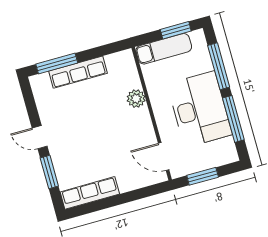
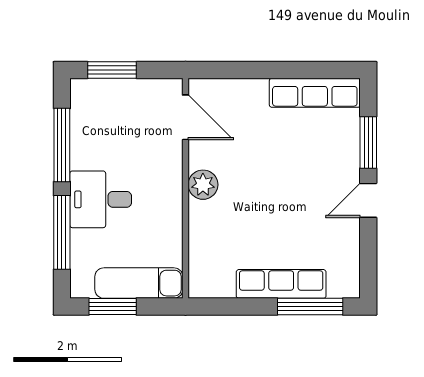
plant: (136, 99) -> (203, 185), moved
desk: (199, 109) -> (101, 199), width x0.53, depth x0.77
door: (40, 137) -> (368, 200), swing flipped
window: (203, 176) -> (112, 70), moved

